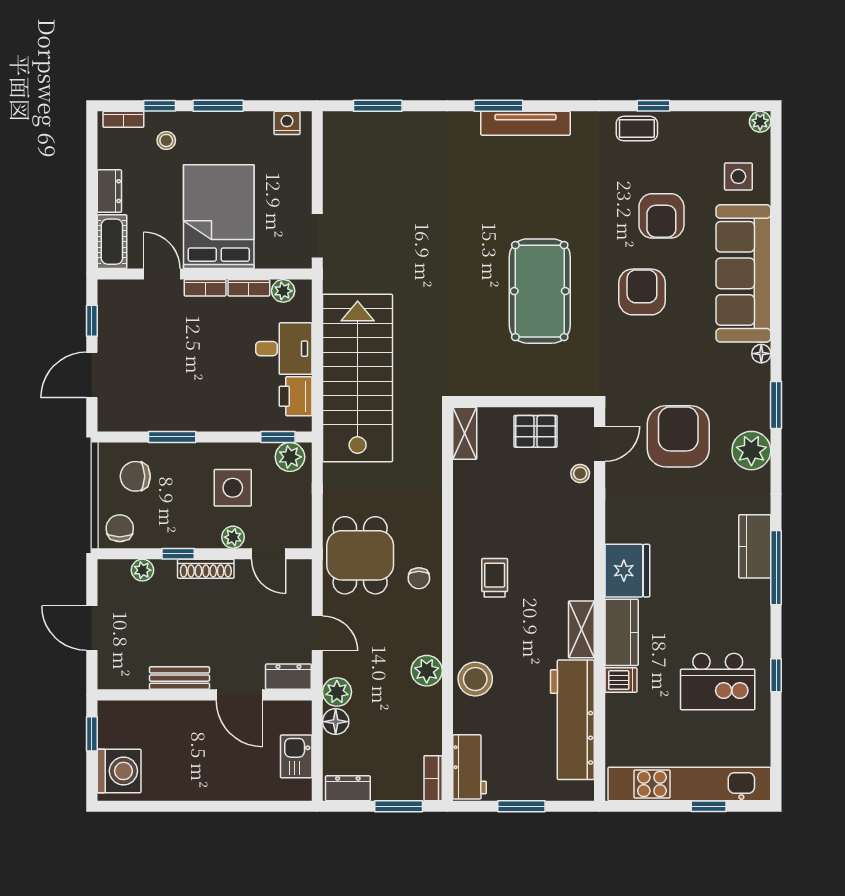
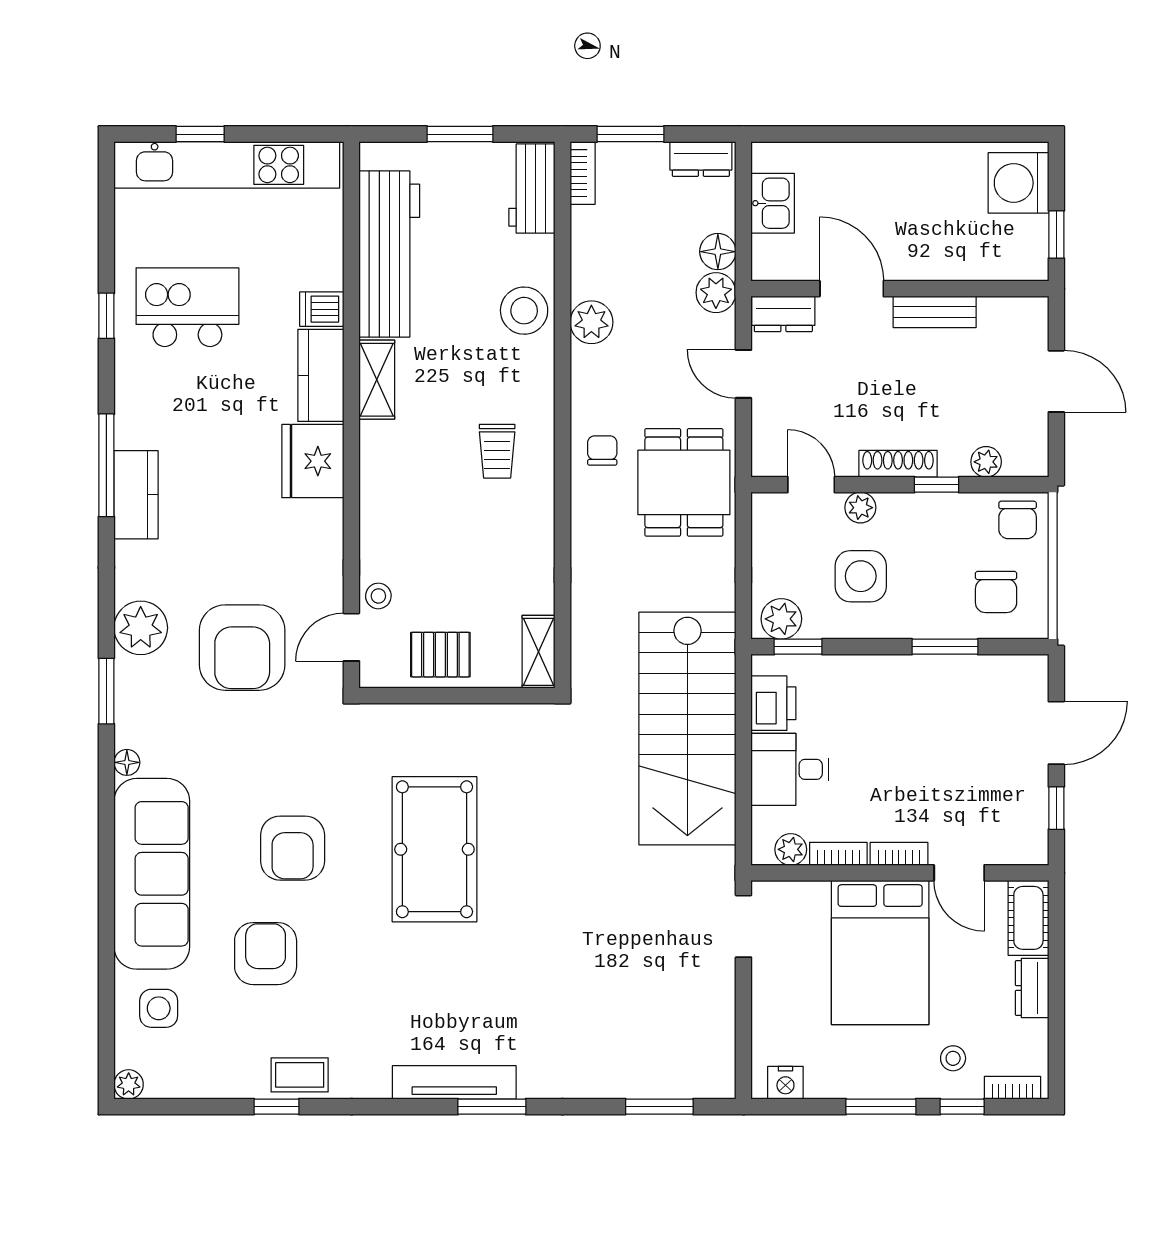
chair: (135, 476) -> (996, 592), turned 90

